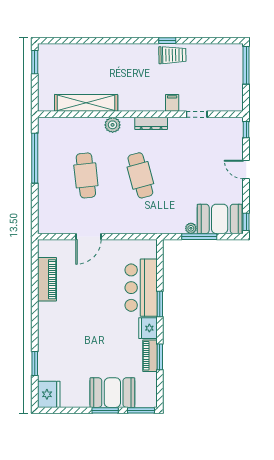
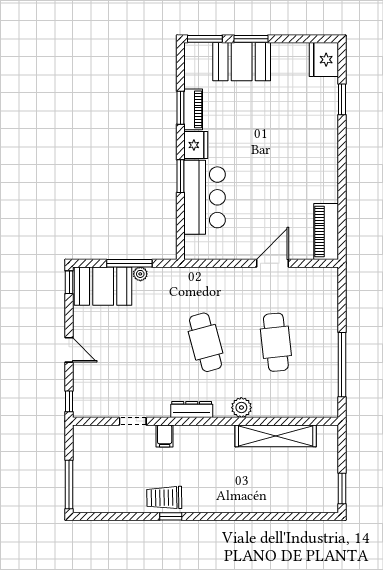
piano: (47, 279) -> (326, 232), moved

